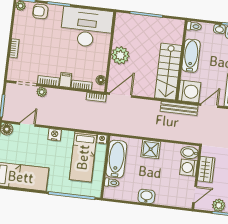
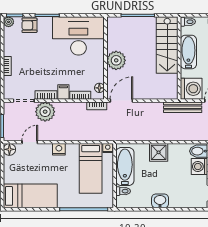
stairs: (168, 72) -> (167, 45), moved
plant: (42, 92) -> (45, 112), width x1.88, depth x1.88

